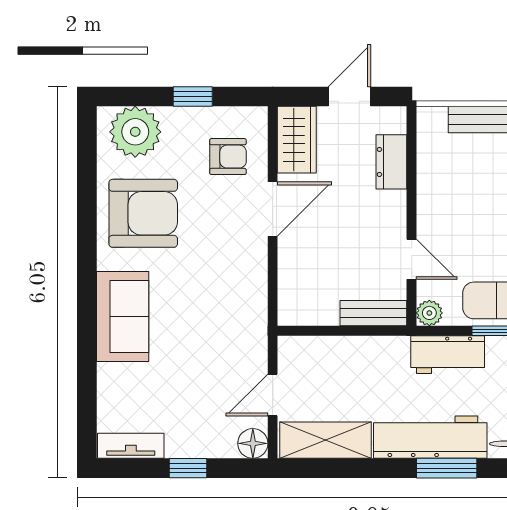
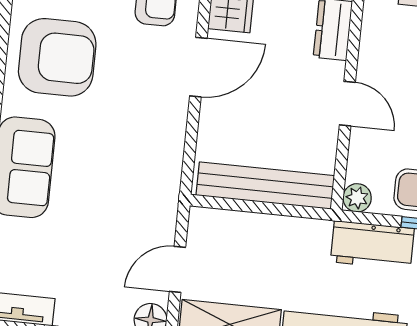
door: (412, 259) -> (347, 104), moved
bench: (373, 313) -> (265, 186), width x1.86, depth x1.21

